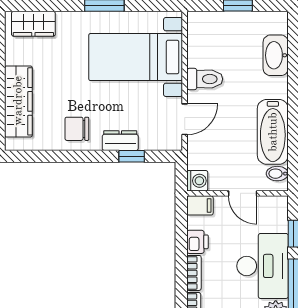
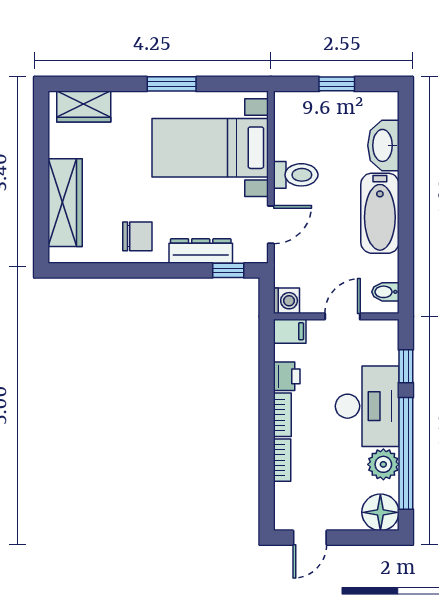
chair: (77, 129) -> (137, 236), turned 180
bathtub: (273, 132) -> (380, 213), moved
dresser: (120, 141) -> (201, 251), width x1.44
window: (132, 156) -> (228, 270), moved
door: (243, 193) -> (342, 316), swing flipped

